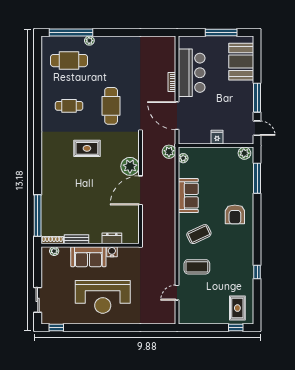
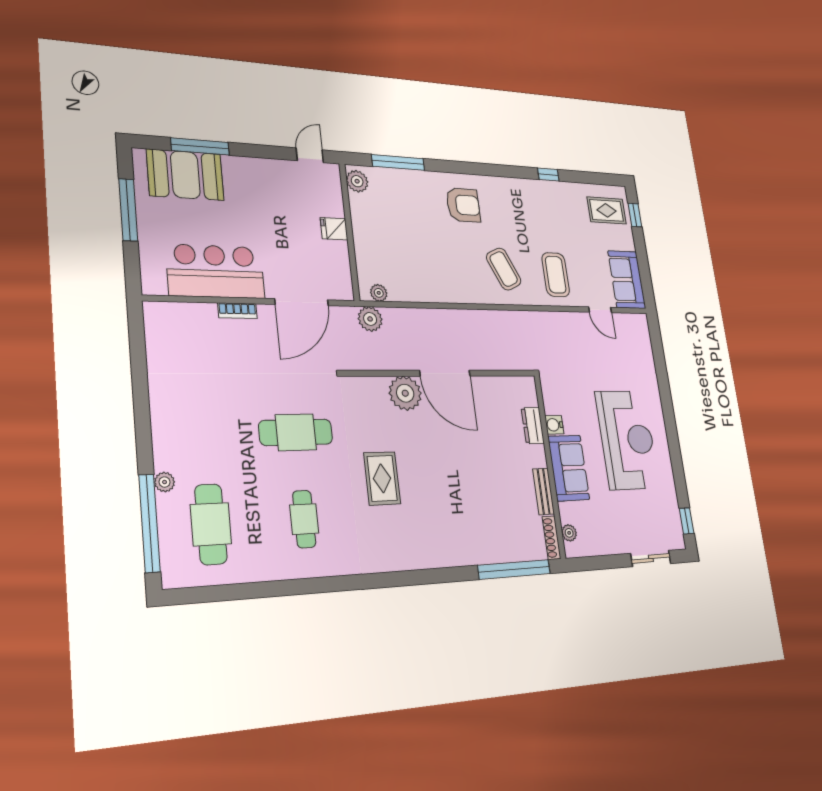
window: (257, 98) -> (200, 146), moved
sofa: (188, 196) -> (627, 280), moved, turned -90

